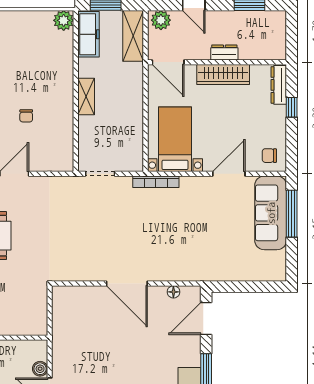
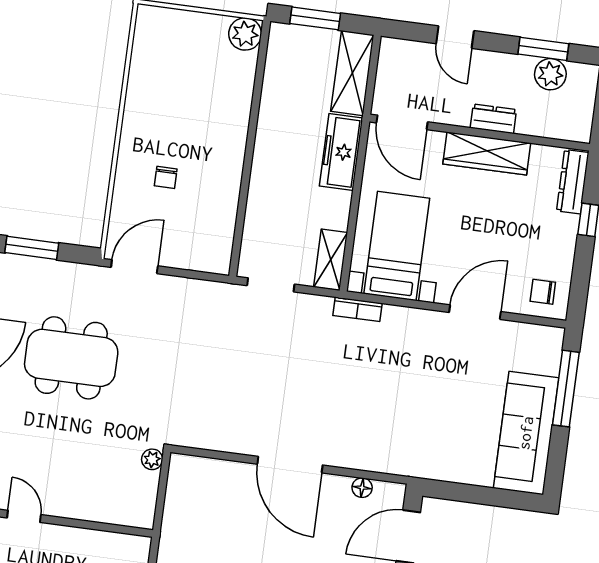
plant: (161, 20) -> (550, 74), moved
freezer: (88, 34) -> (341, 152), moved, turned 180
shelving: (86, 96) -> (331, 260), moved
bookcase: (156, 182) -> (357, 309), width x0.64
sofa: (271, 213) -> (526, 433), moved
plant: (41, 292) -> (152, 459), added

